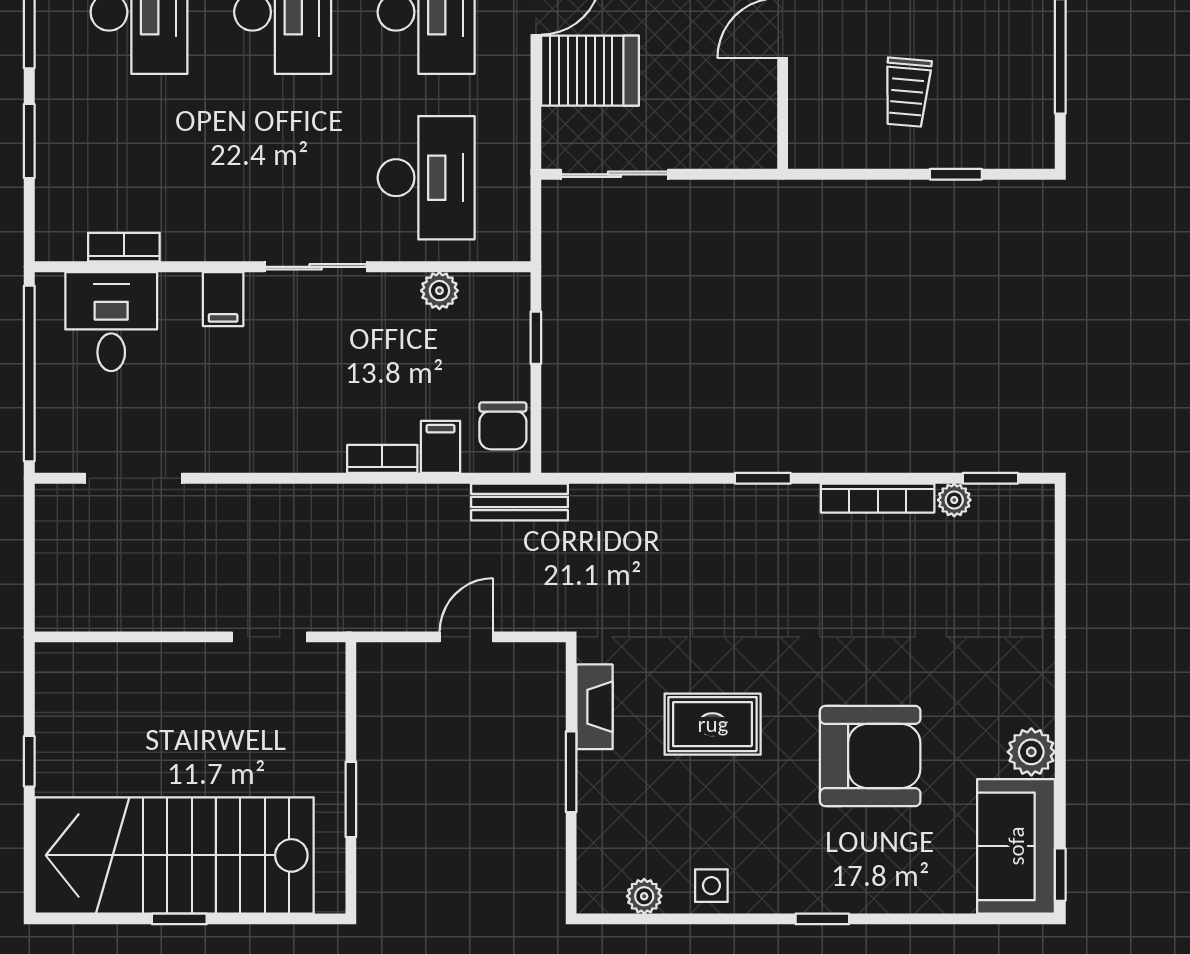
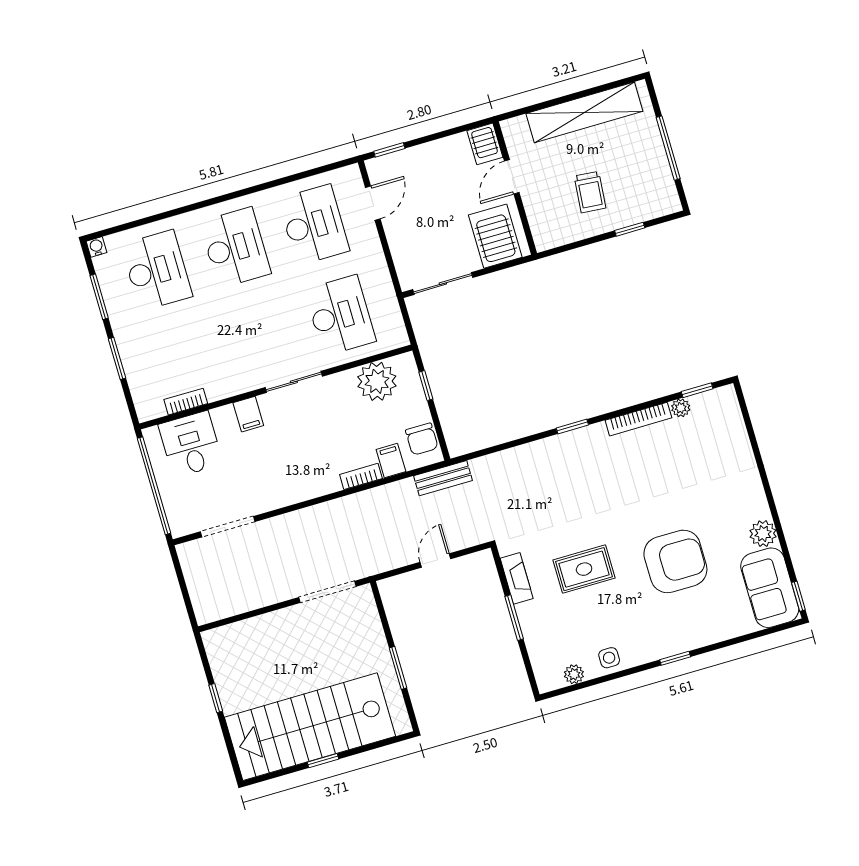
server rack: (590, 71) -> (495, 236), moved, turned -90
plant: (439, 291) -> (377, 381), width x1.88, depth x1.88
doorway: (269, 637) -> (328, 592), width x1.38

